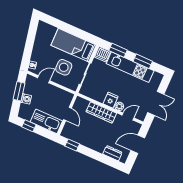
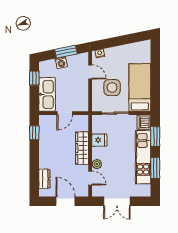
fridge: (111, 100) -> (99, 140), moved

